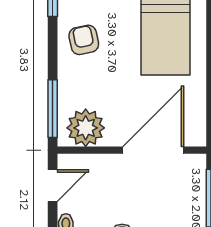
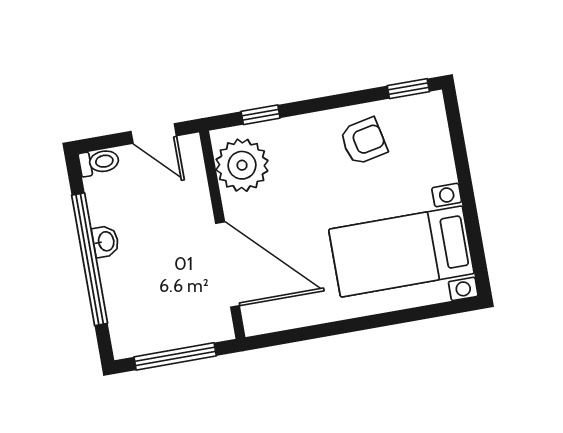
window: (53, 109) -> (261, 115), width x0.46

